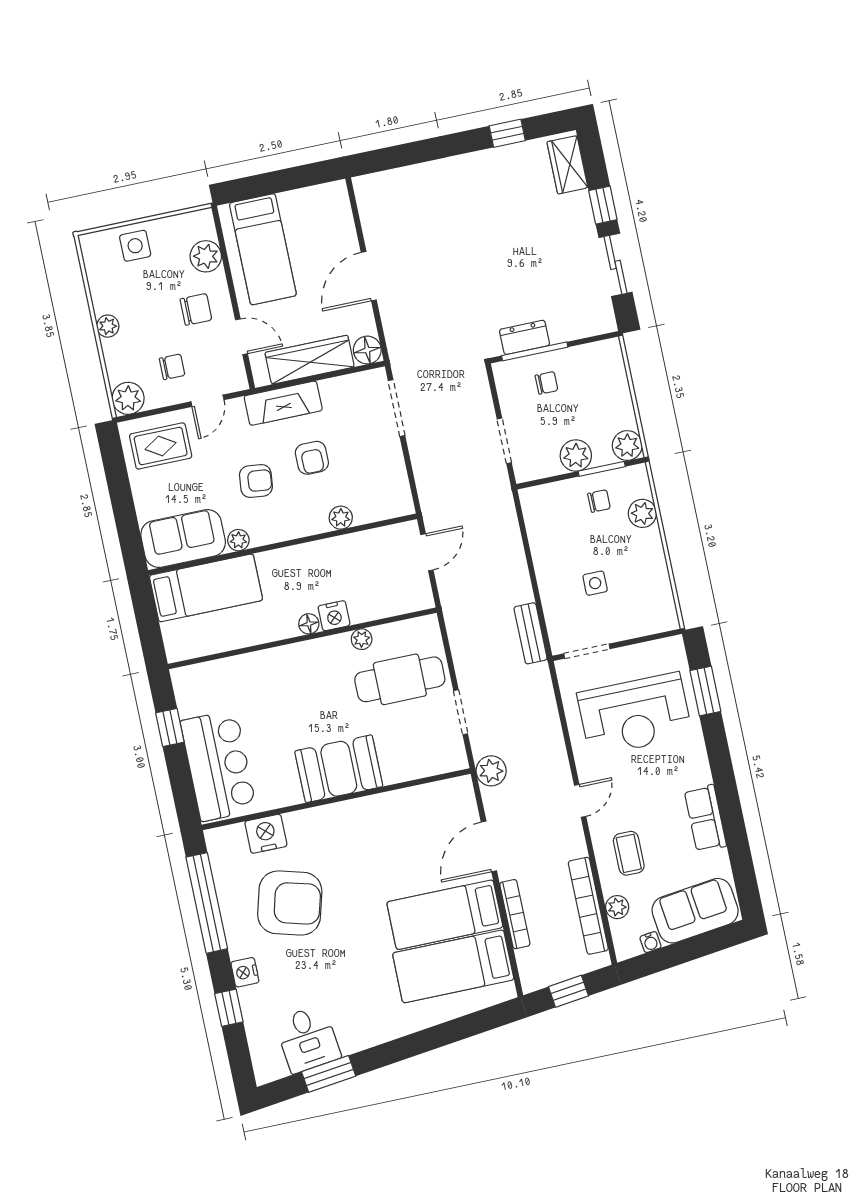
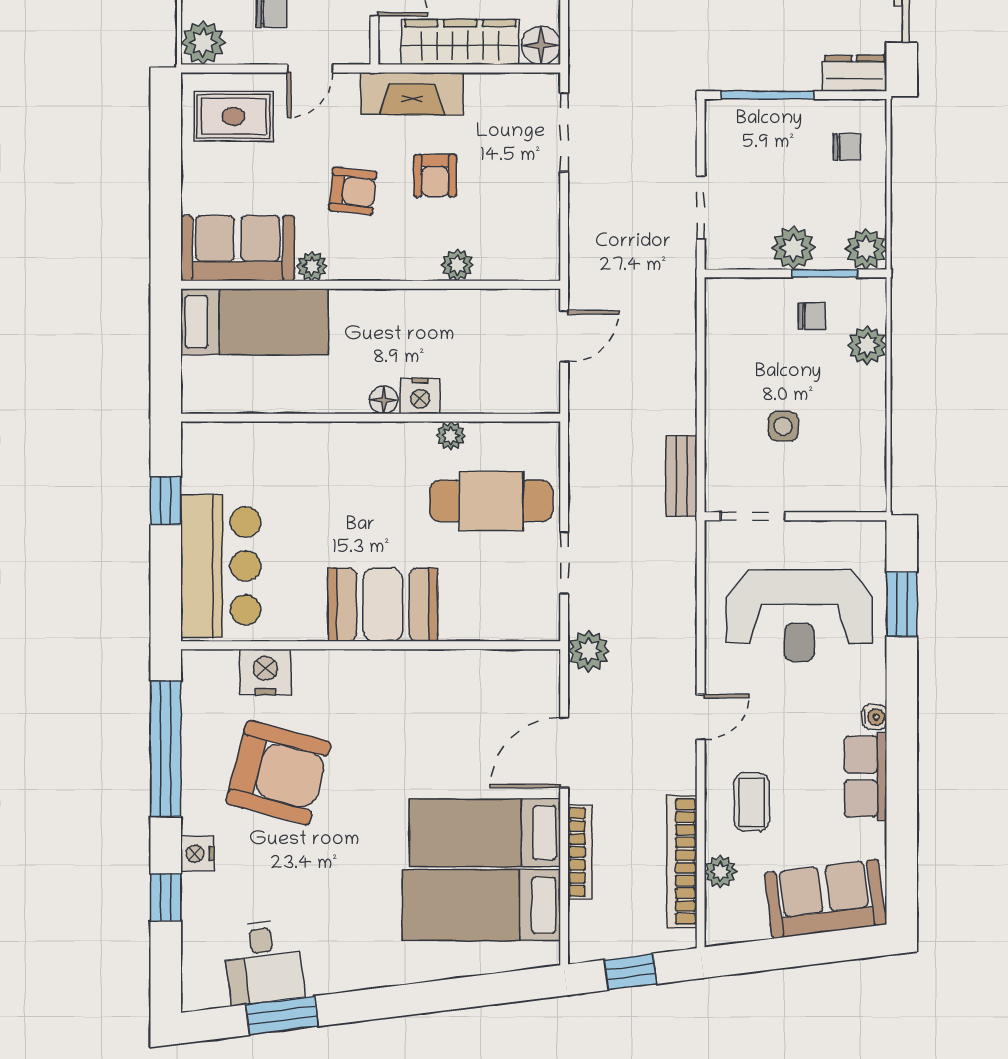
dresser: (525, 337) -> (854, 73), moved
chair: (547, 383) -> (847, 147), moved
water cooler: (650, 942) -> (874, 717), moved, turned -83

